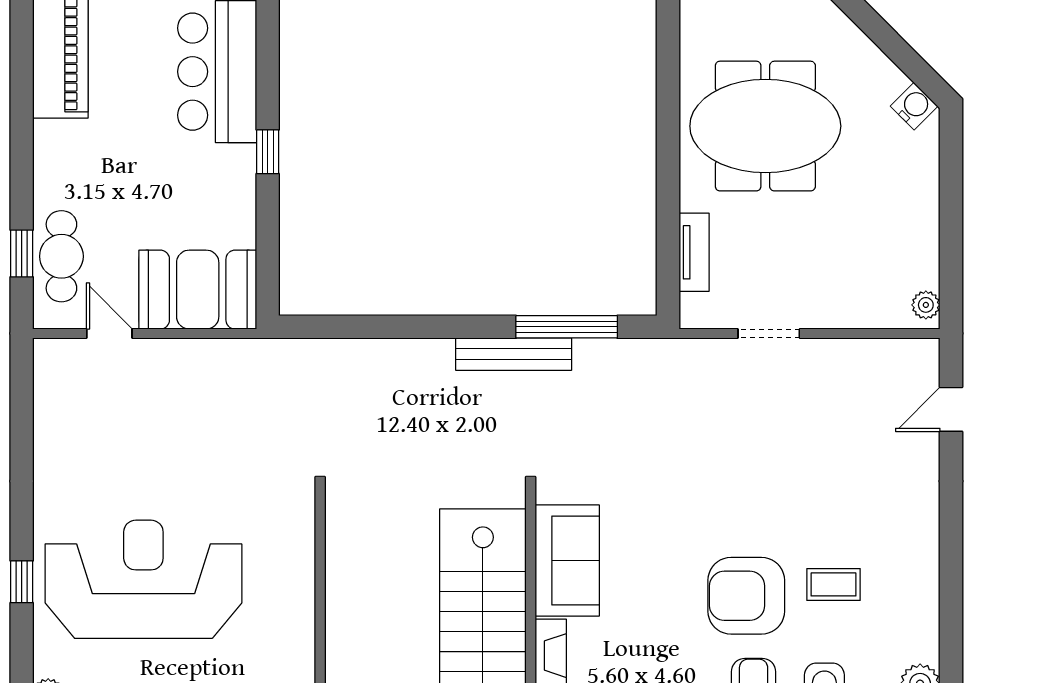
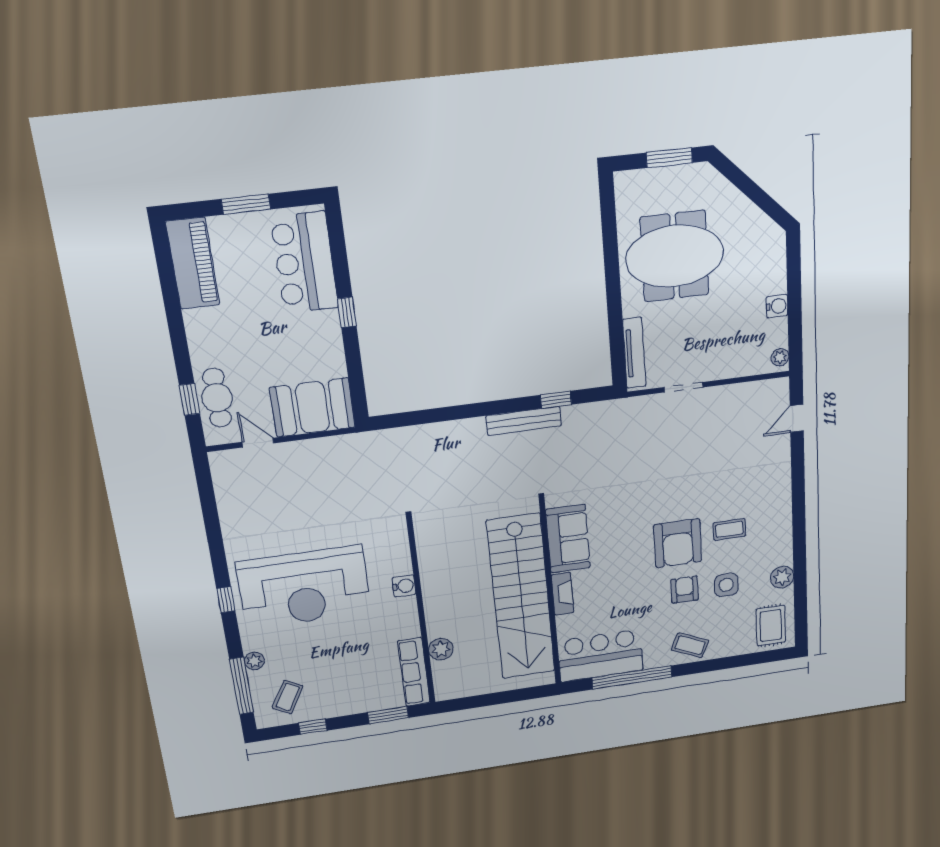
water cooler: (914, 106) -> (777, 306), moved, turned 45
tv unit: (694, 252) -> (634, 353), width x1.41
window: (567, 327) -> (556, 400), width x0.46
reception desk: (143, 579) -> (304, 587), turned 180
armchair: (746, 596) -> (678, 543), turned -90
water cooler: (298, 602) -> (404, 586), added

